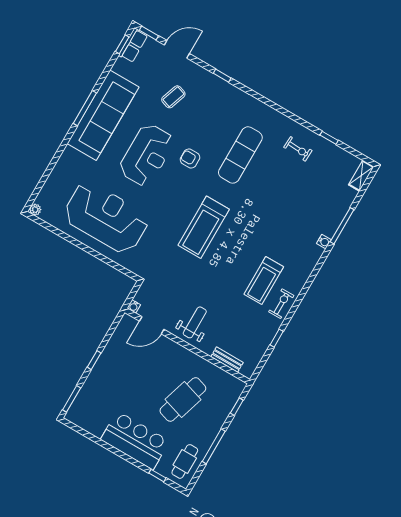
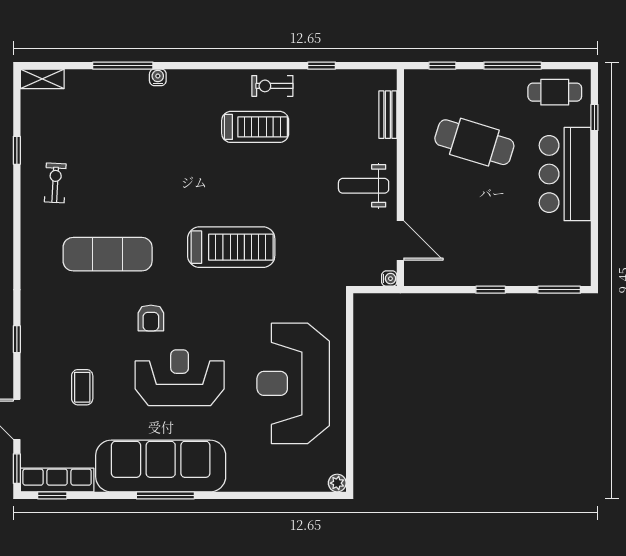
row of seats: (133, 45) -> (57, 480), width x1.48
coffee table: (173, 97) -> (82, 387), turned 71

